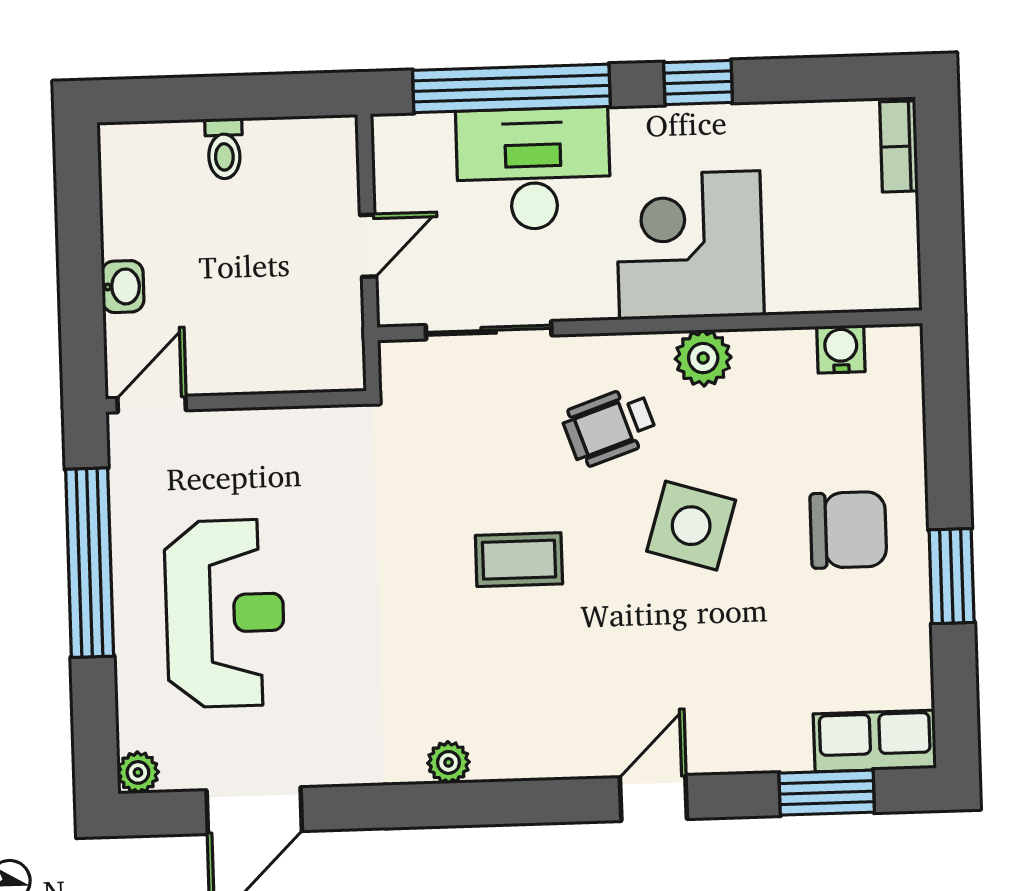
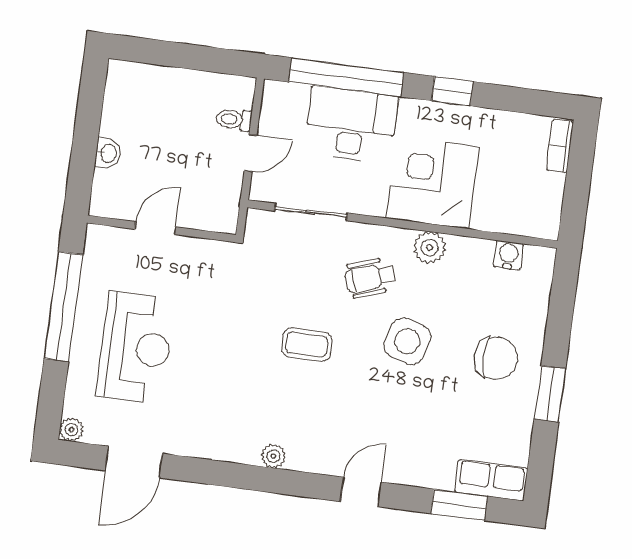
toilet: (224, 149) -> (234, 120), moved, turned 90
door: (152, 404) -> (155, 228), moved
plant: (449, 762) -> (273, 456), moved

